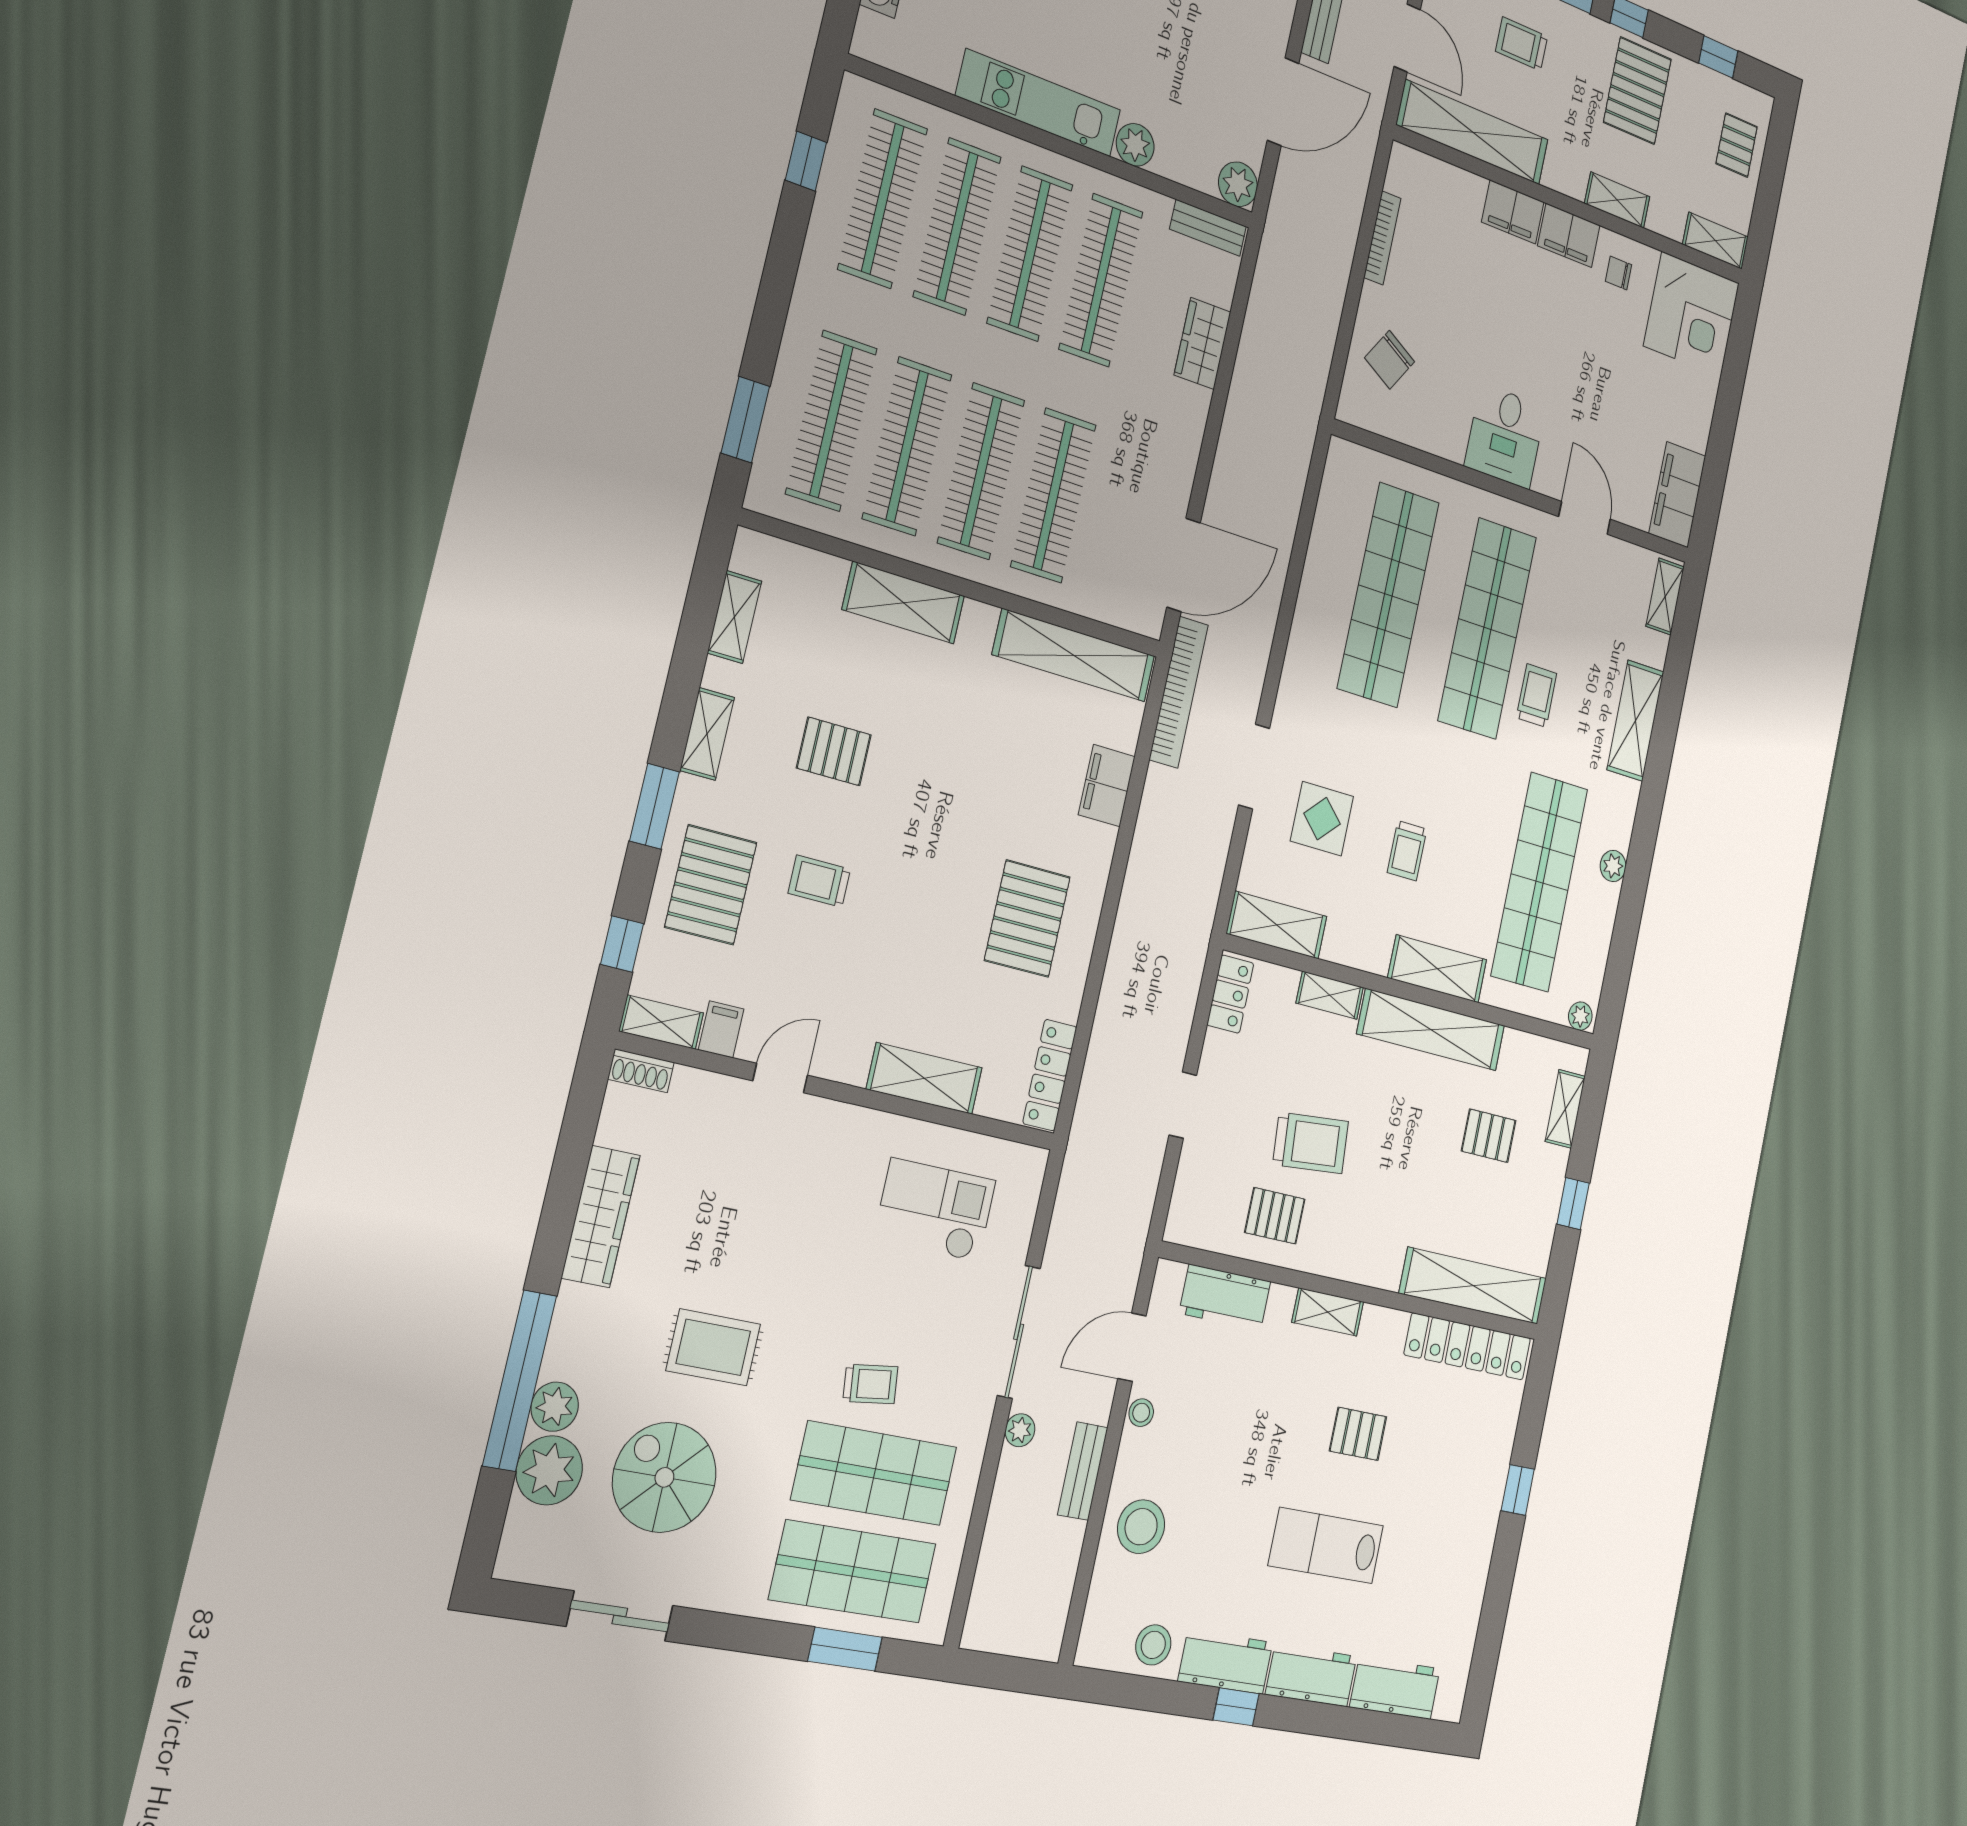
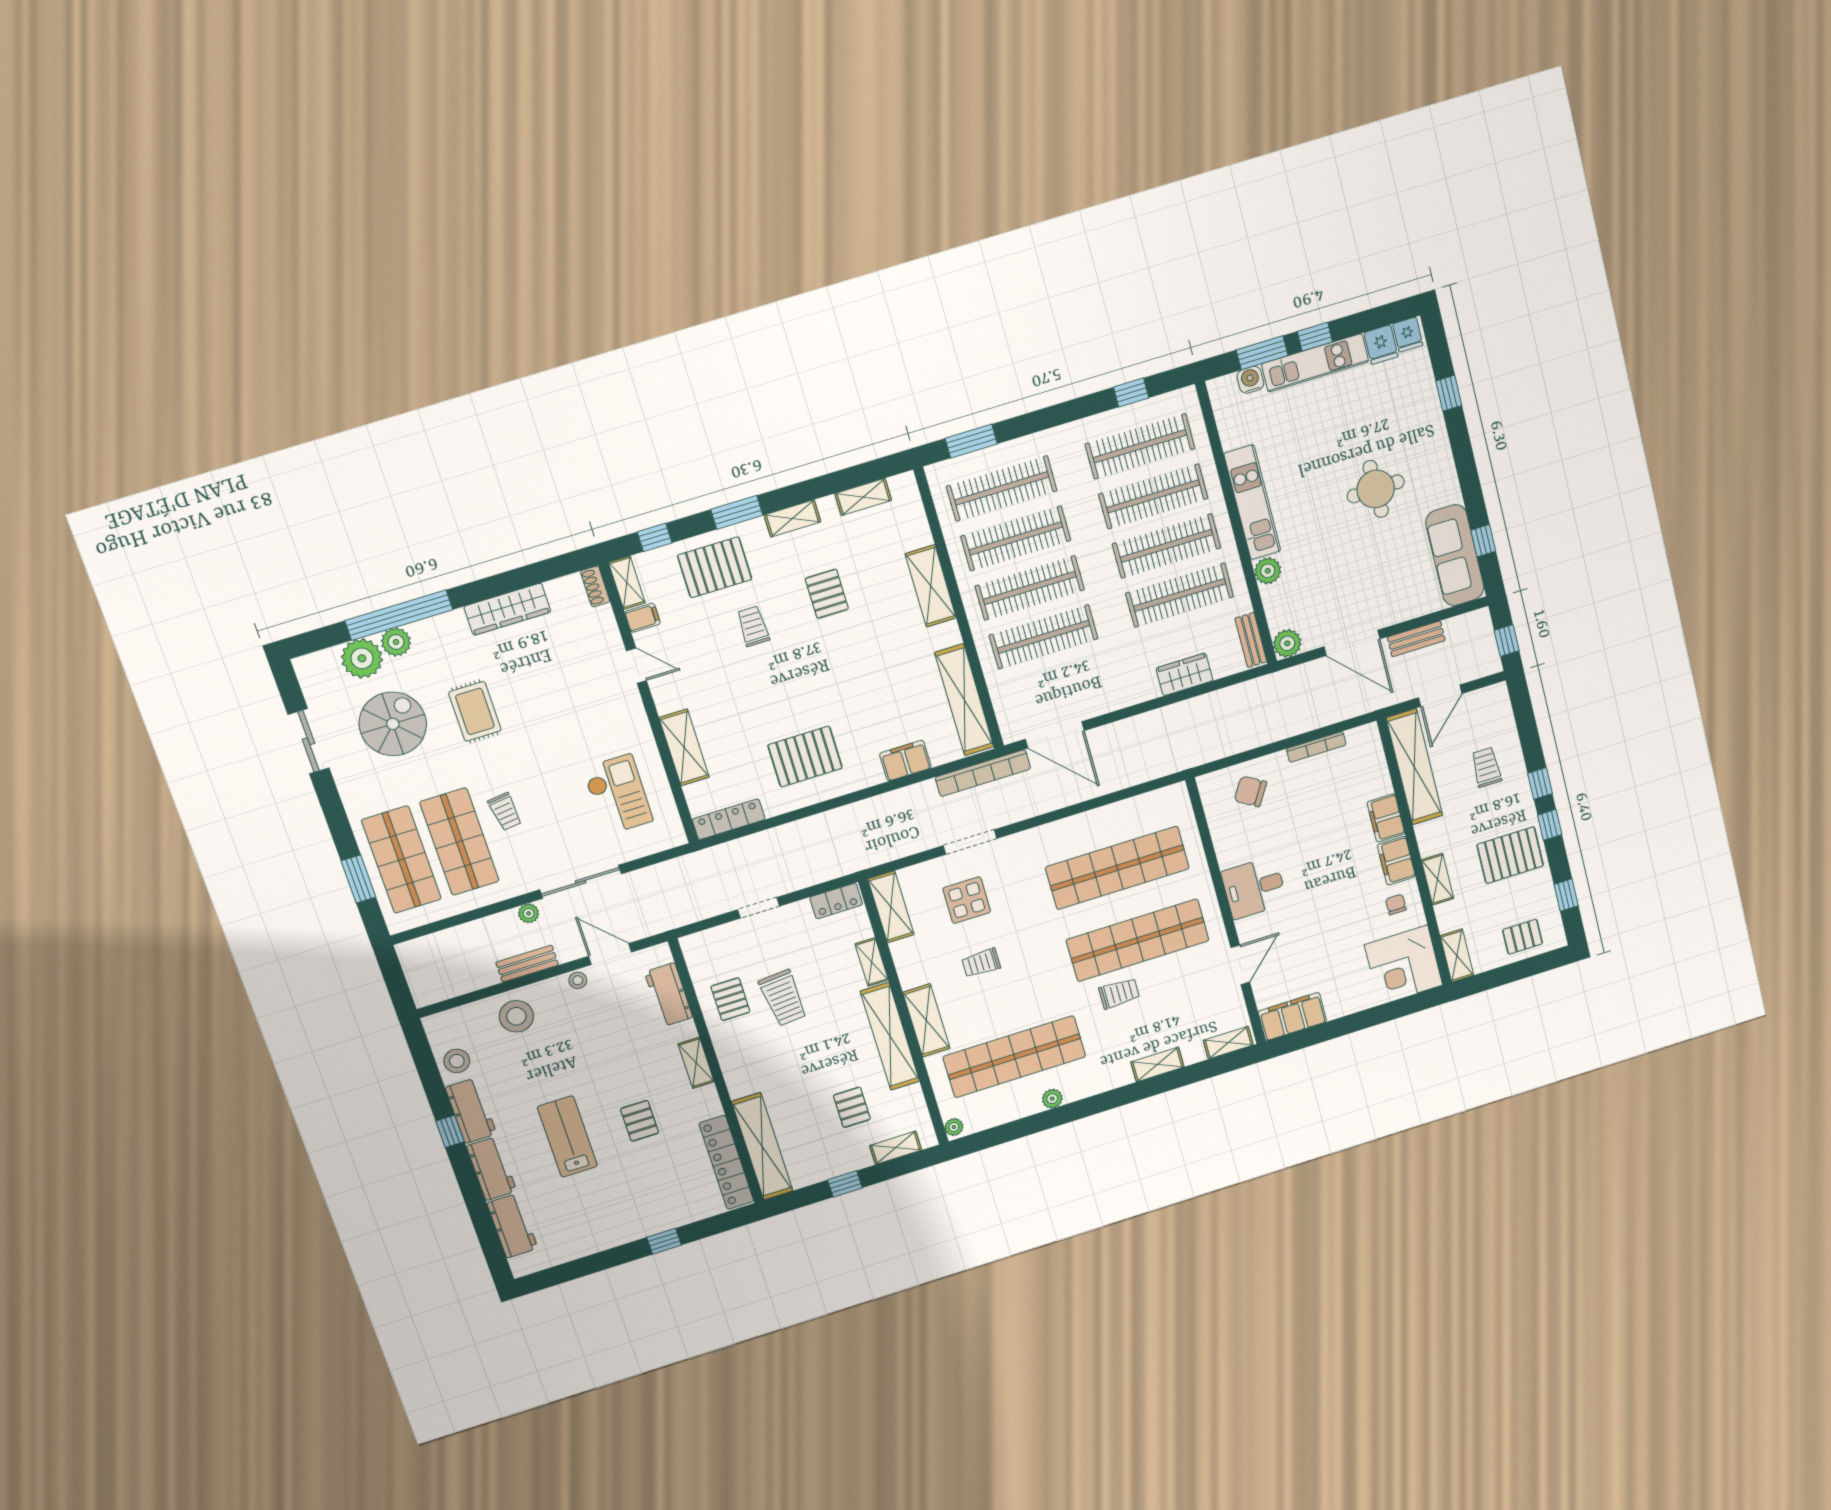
shelving: (1635, 721) -> (1157, 1064), width x0.67, depth x0.75

